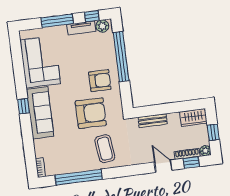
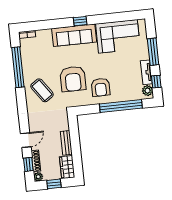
bench: (153, 121) -> (66, 143), moved
coffee table: (105, 149) -> (42, 90), turned 61

